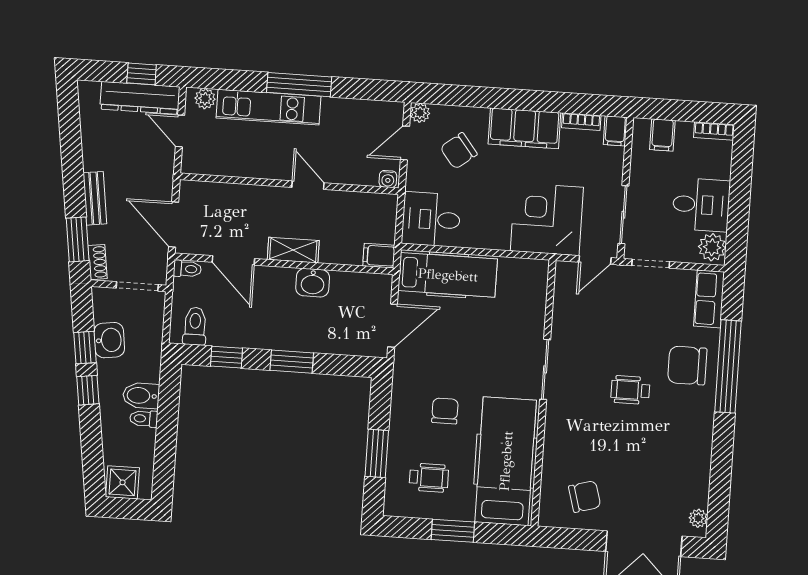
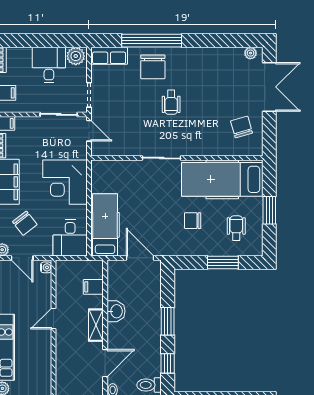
corner desk: (547, 219) -> (65, 182), moved
filing cabinet: (379, 256) -> (93, 287), moved, turned 90

